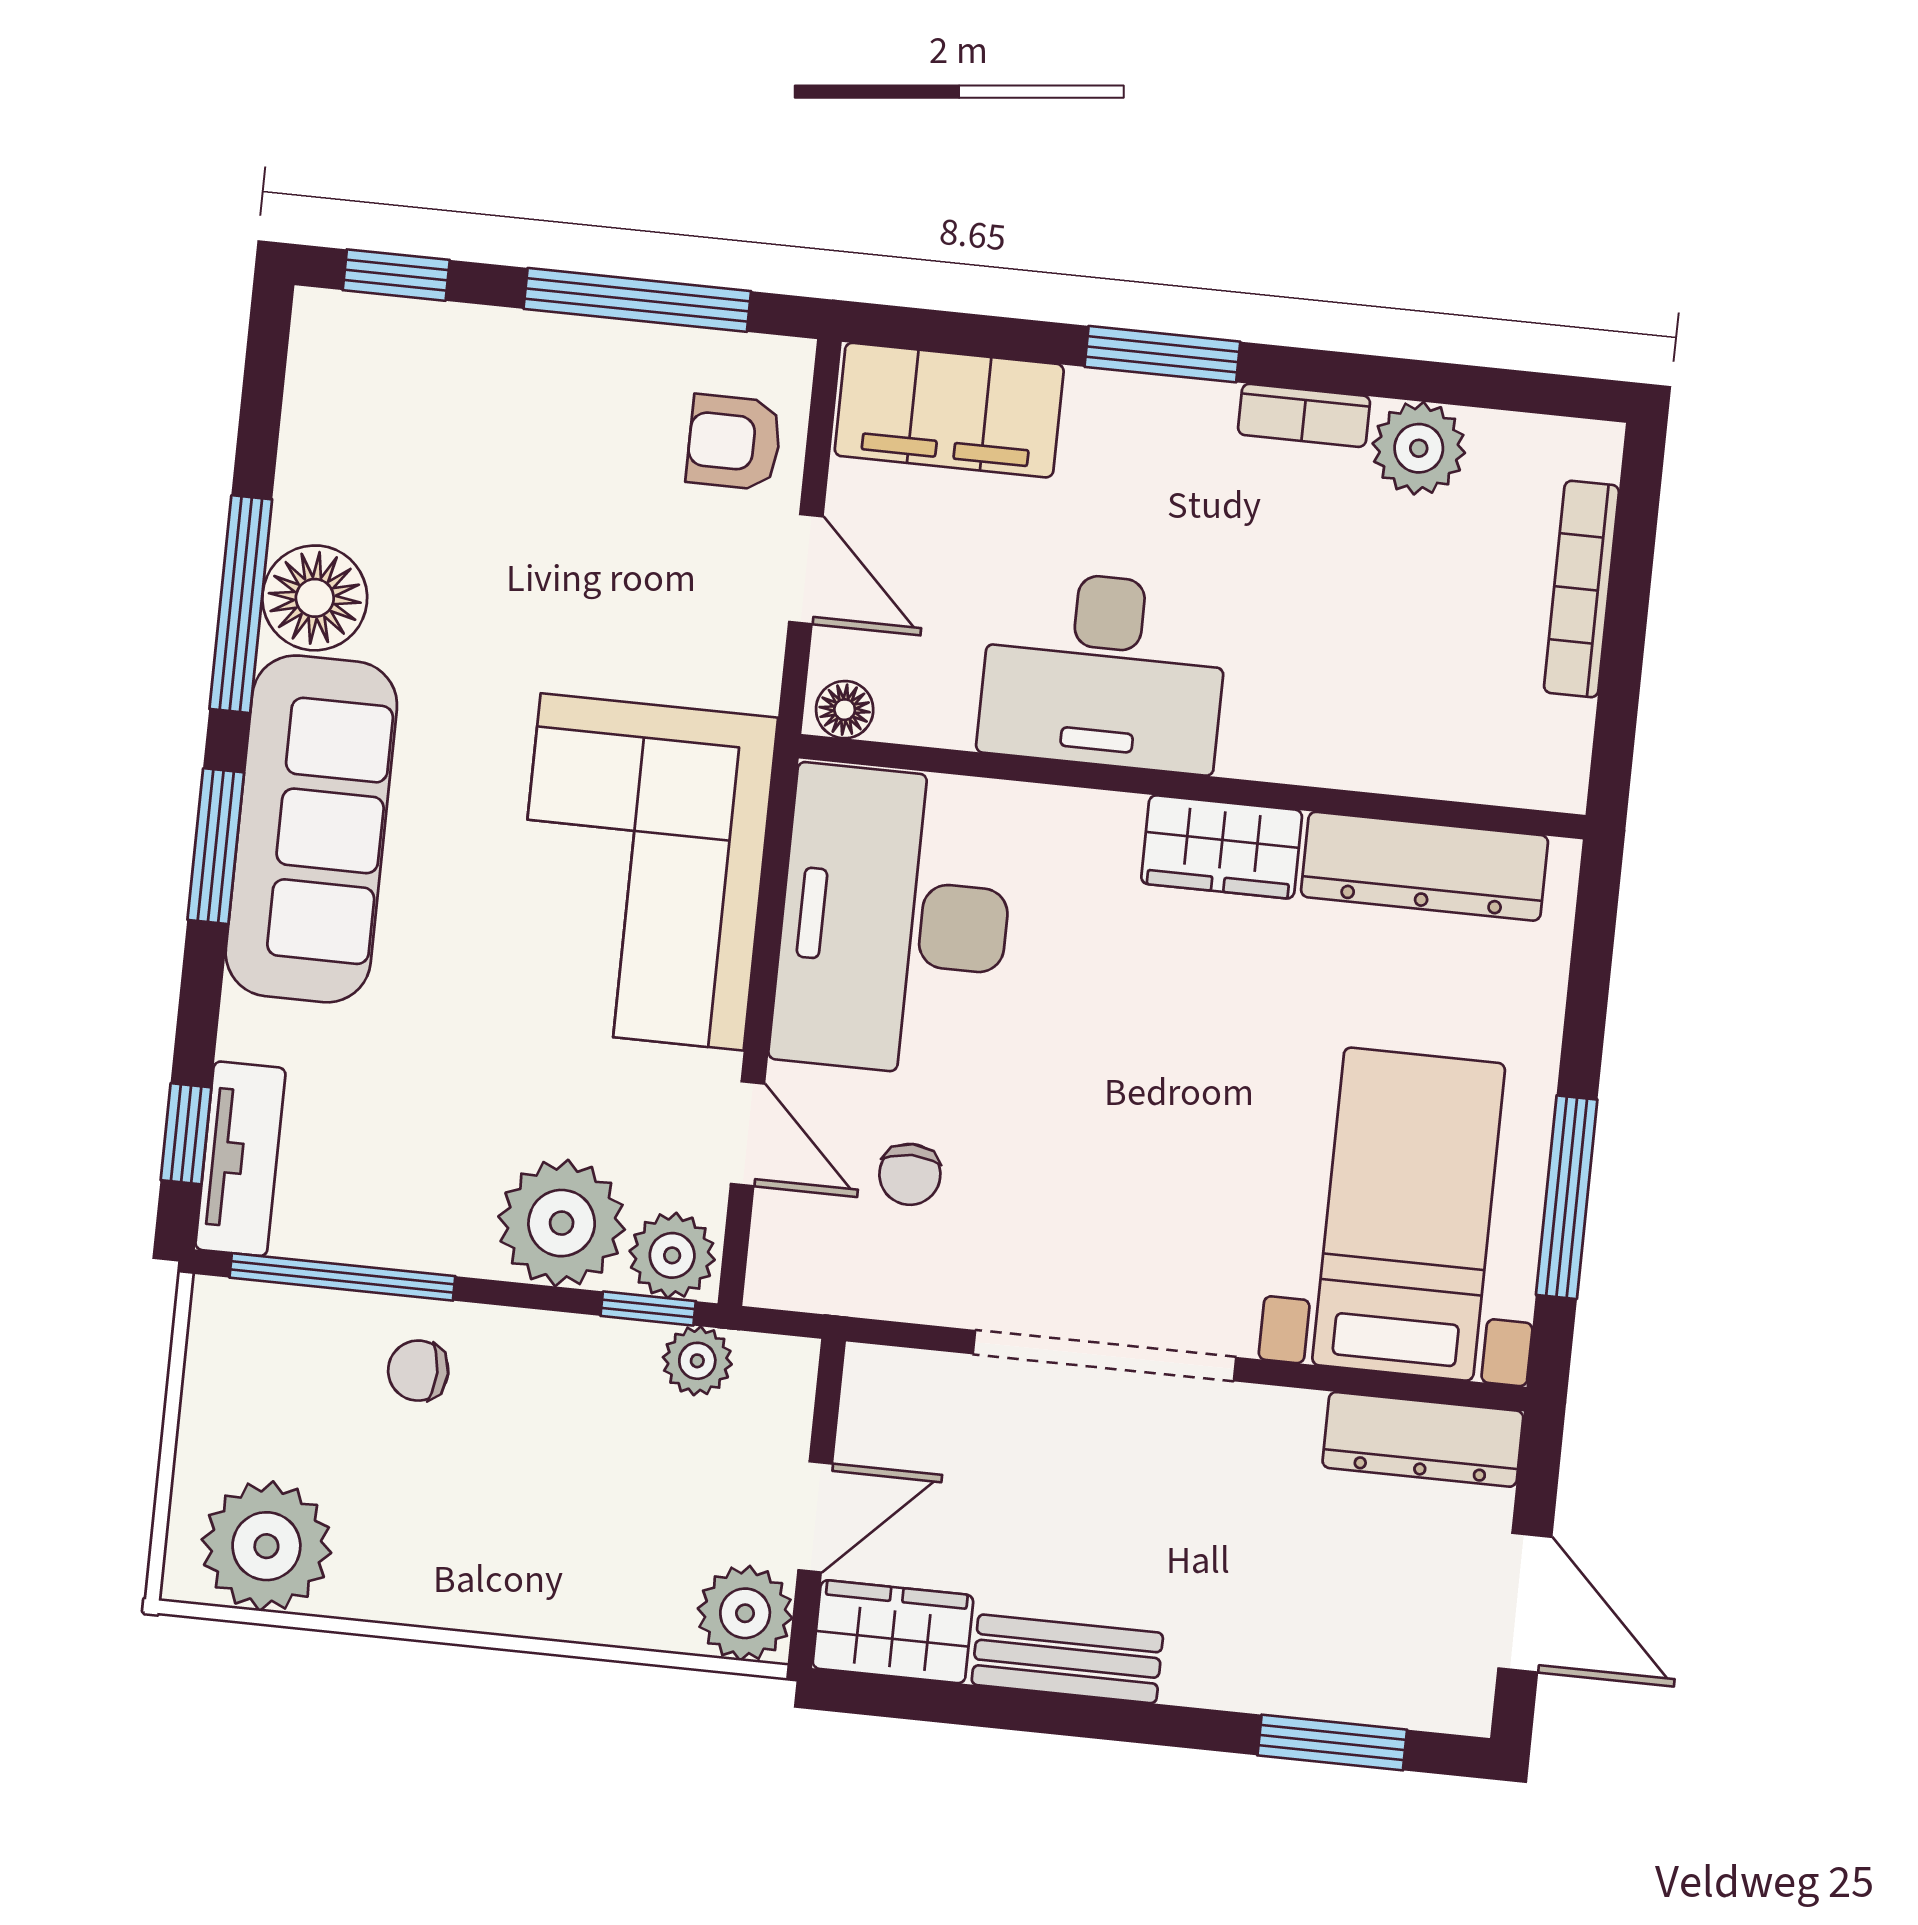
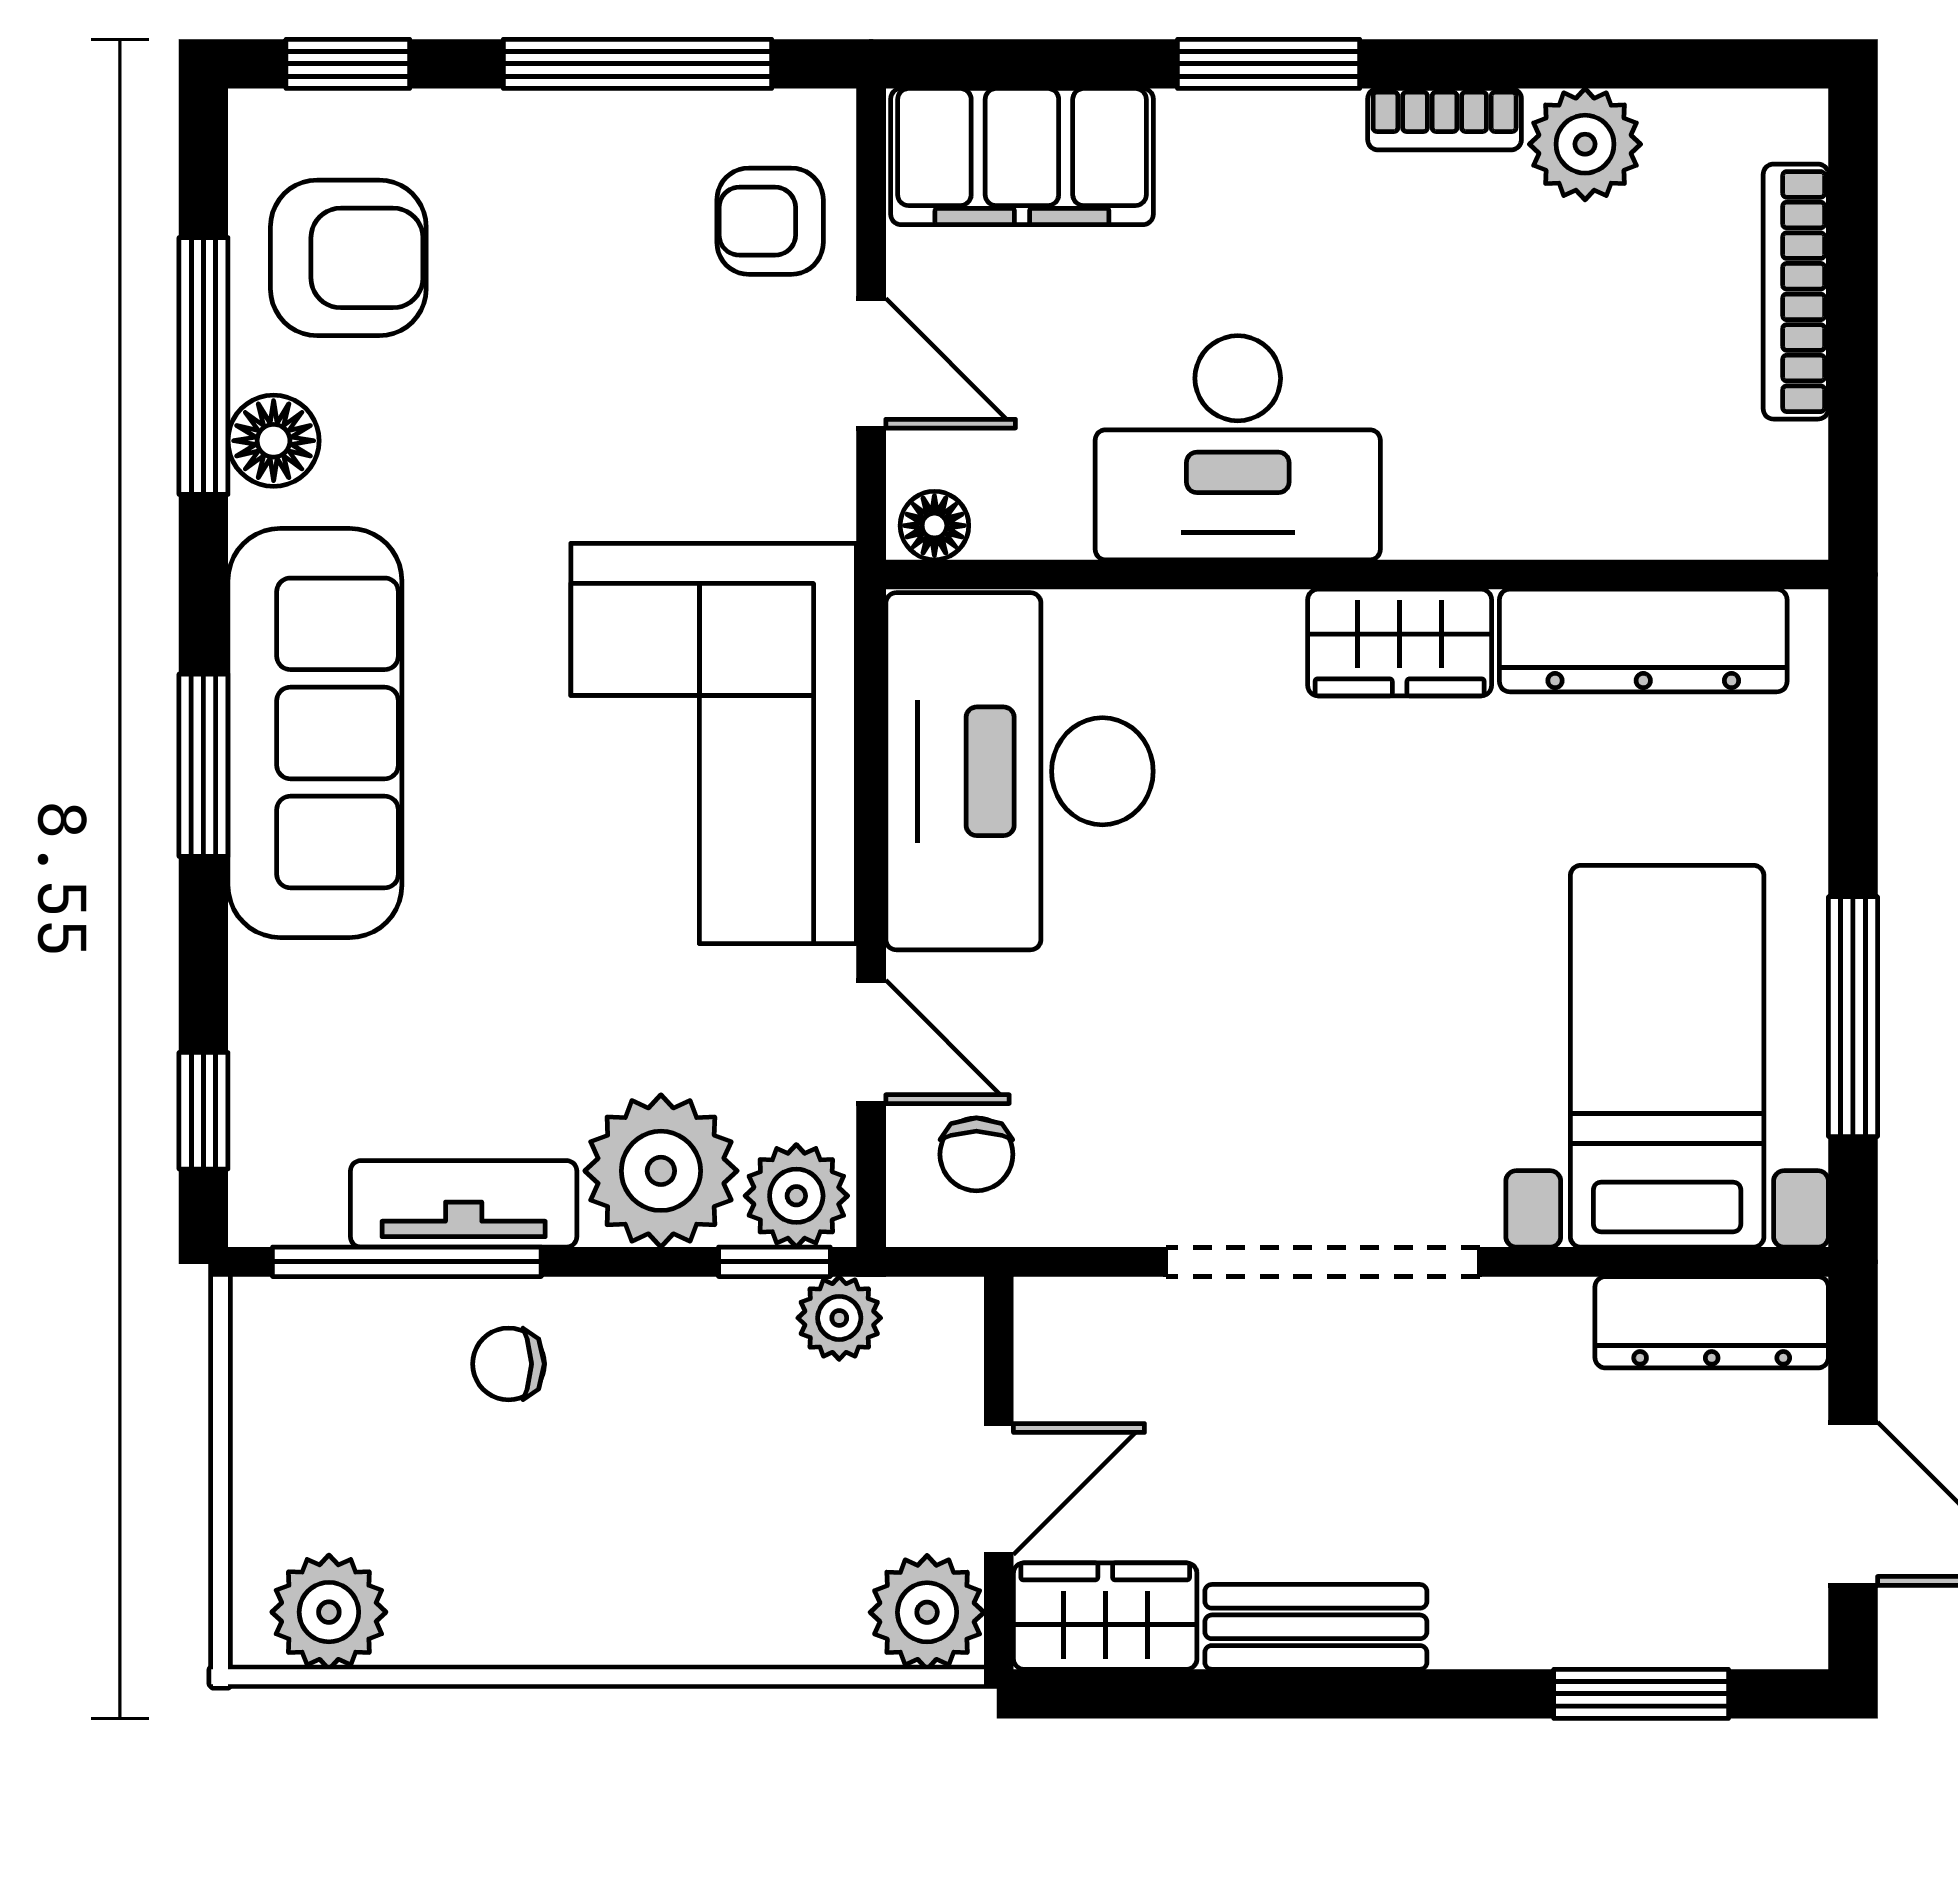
armchair: (380, 436) -> (348, 258), added
floor lamp: (315, 598) -> (274, 441), width x0.73, depth x0.73
window: (241, 604) -> (203, 366), moved
tv unit: (240, 1159) -> (464, 1204), moved, turned -90
chair: (910, 1174) -> (976, 1154), moved
plant: (266, 1546) -> (329, 1612), width x0.73, depth x0.73

